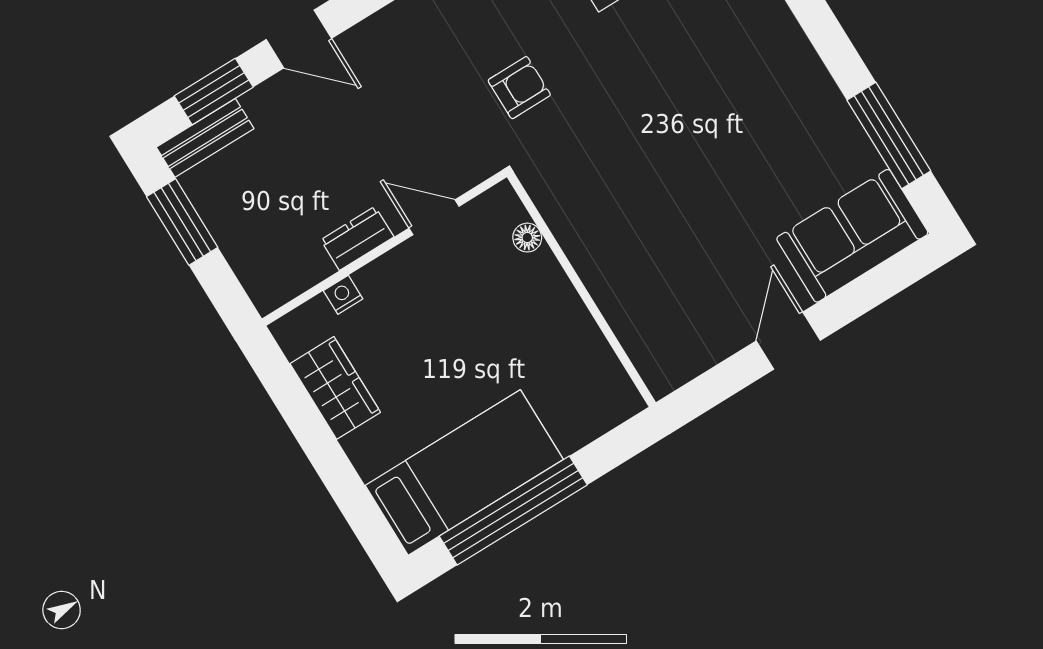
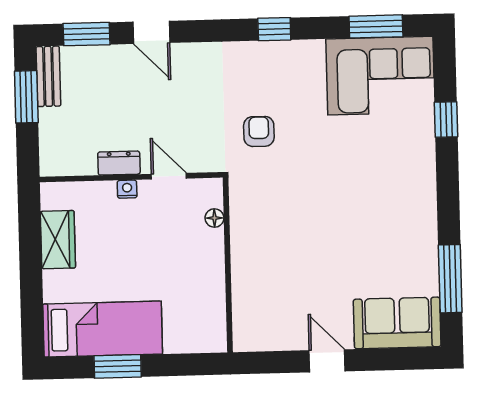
armchair: (519, 88) -> (259, 131), turned -90
bench: (205, 138) -> (48, 76), moved, turned 90
nightstand: (343, 295) -> (127, 189), moved
door: (788, 341) -> (327, 361), hinge flipped
window: (513, 511) -> (118, 366), width x0.47

